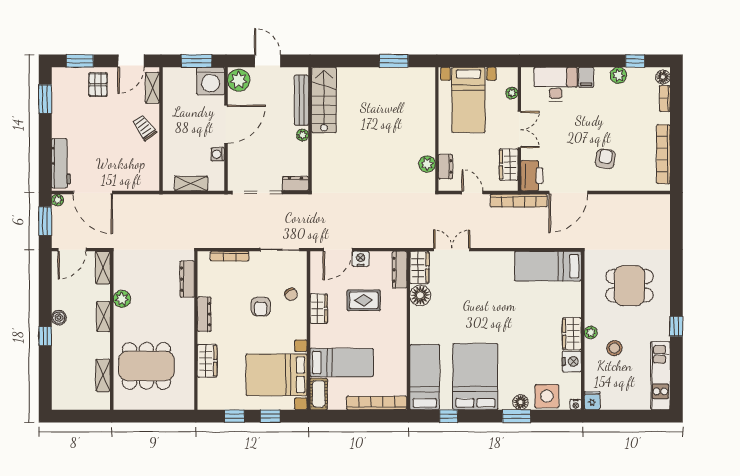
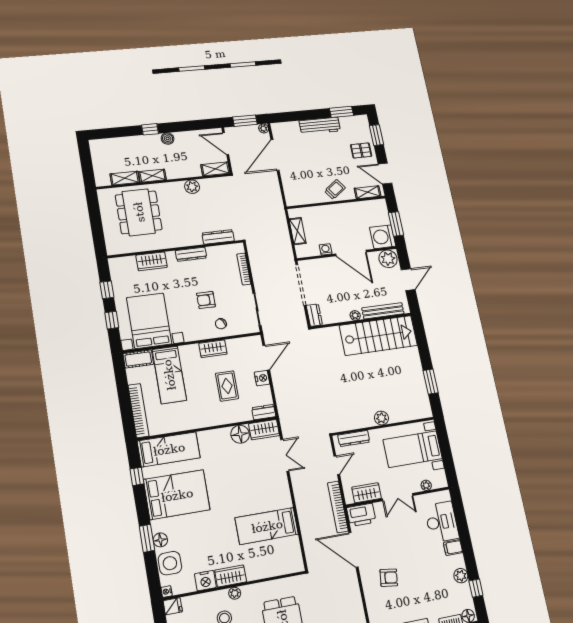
stairs: (324, 100) -> (378, 335), width x1.36, depth x1.51
workbench: (61, 163) -> (320, 126), moved
plant: (427, 164) -> (381, 418), moved
dresser: (445, 167) -> (354, 439), width x1.44
door: (338, 250) -> (266, 358), swing flipped
bed: (548, 266) -> (267, 526), moved, turned -90
dresser: (400, 270) -> (264, 412), width x0.70
shelving: (103, 317) -> (152, 176), moved

